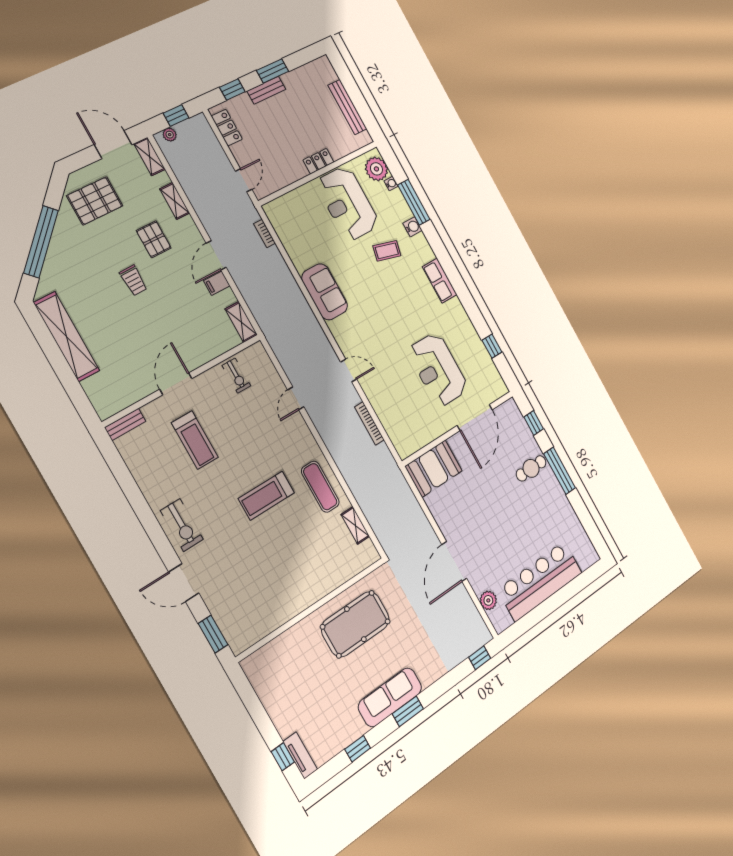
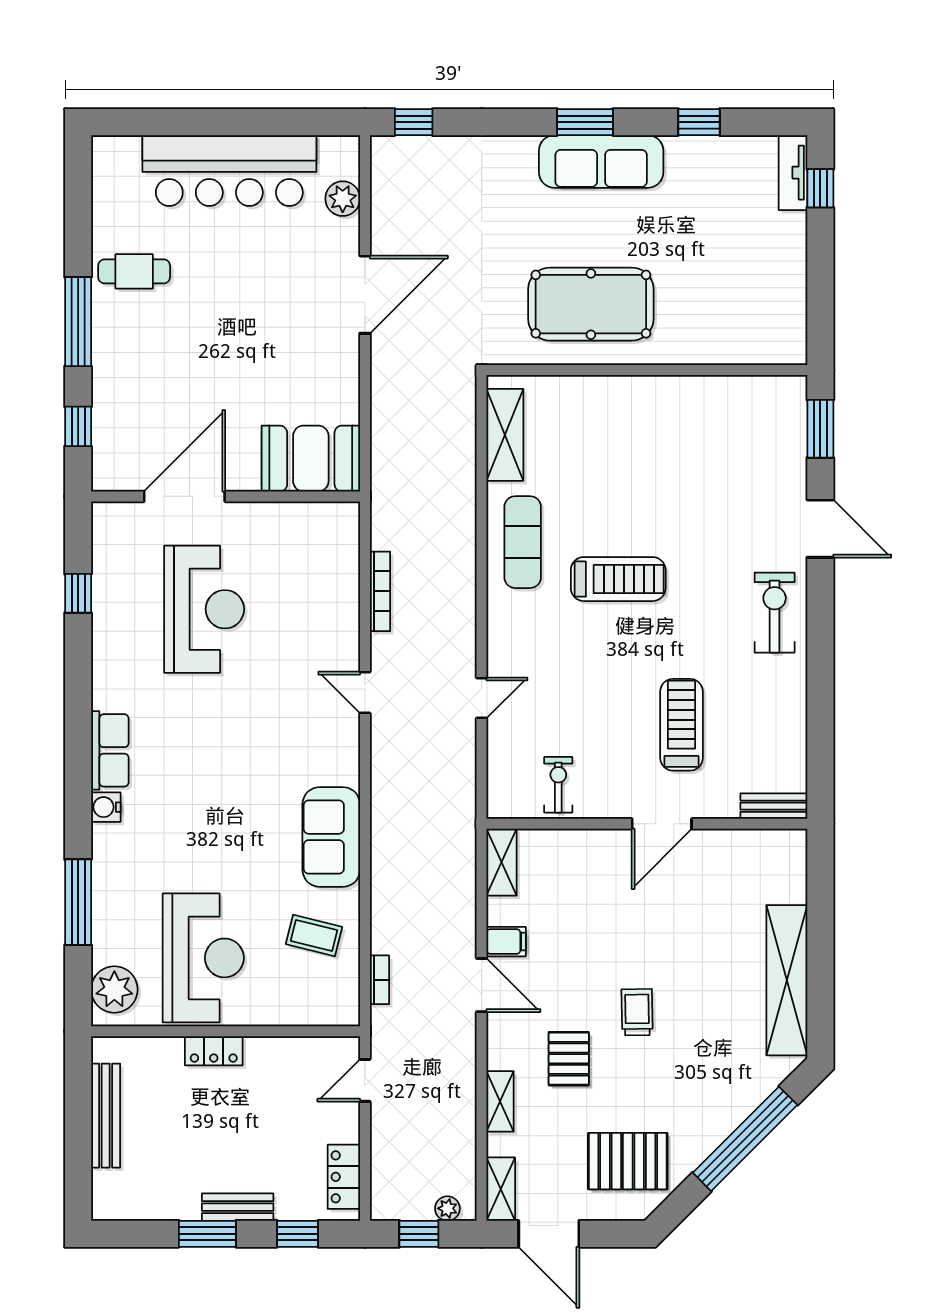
water cooler: (391, 184) -> (102, 953), removed
water cooler: (412, 227) -> (106, 807), moved
coffee table: (387, 251) -> (314, 935), moved
door: (216, 255) -> (482, 985), hinge flipped
cafe table: (531, 468) -> (134, 271), moved
shelving: (355, 525) -> (505, 435), width x1.50, depth x1.33

